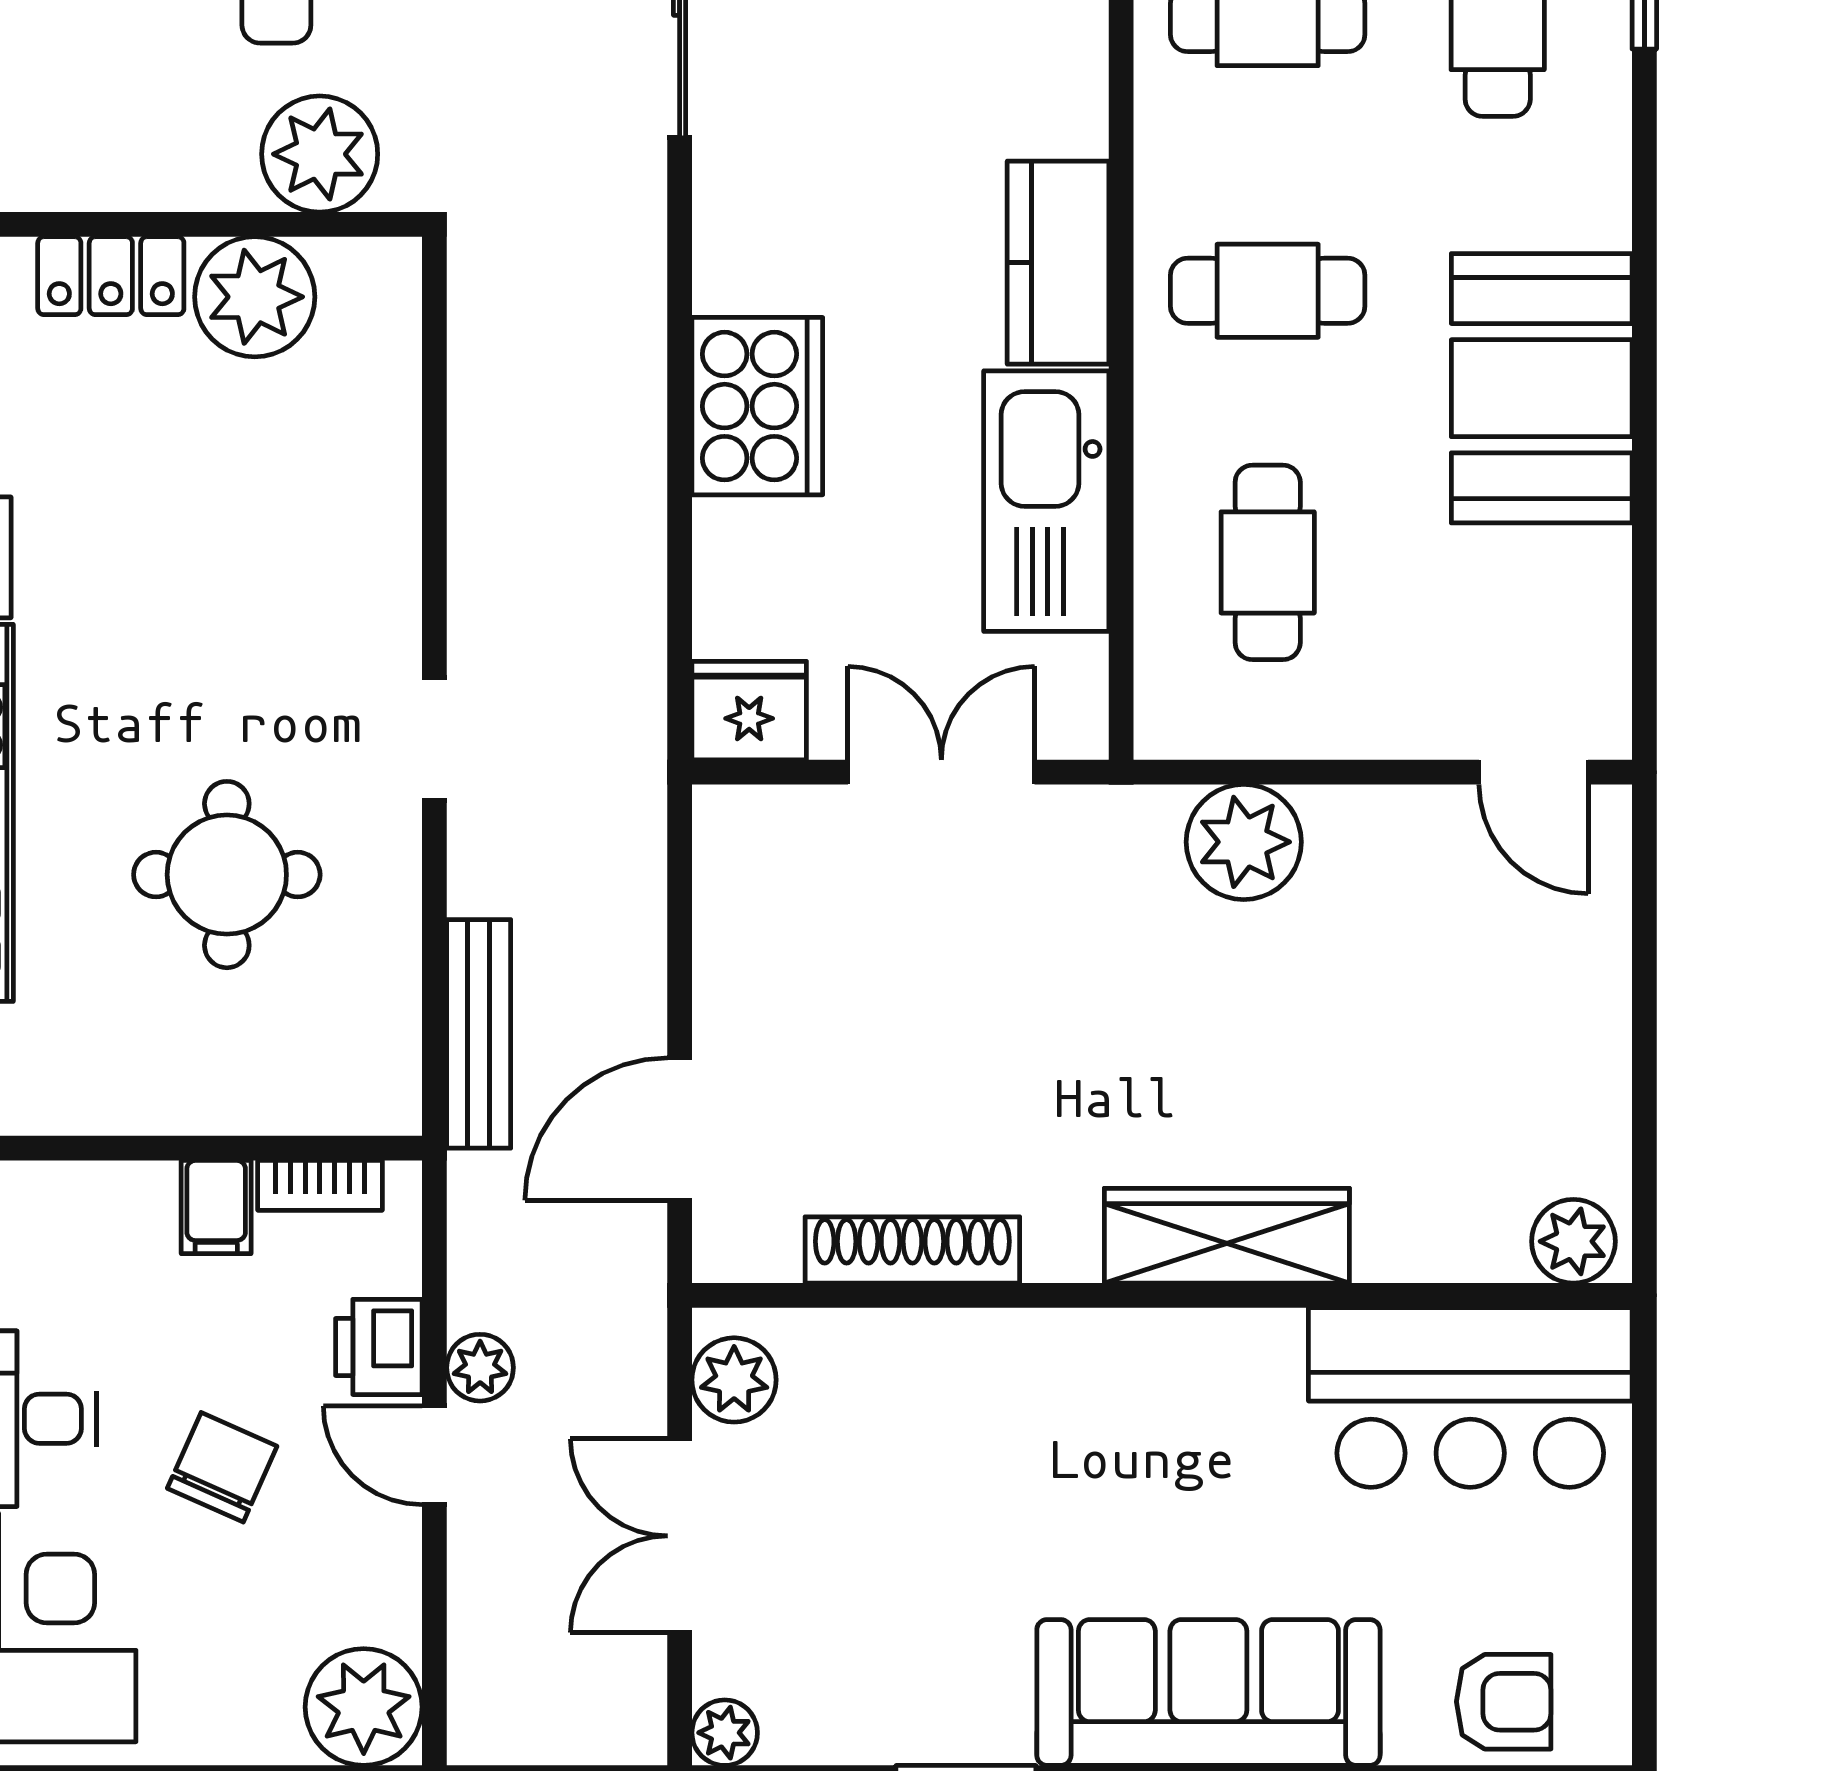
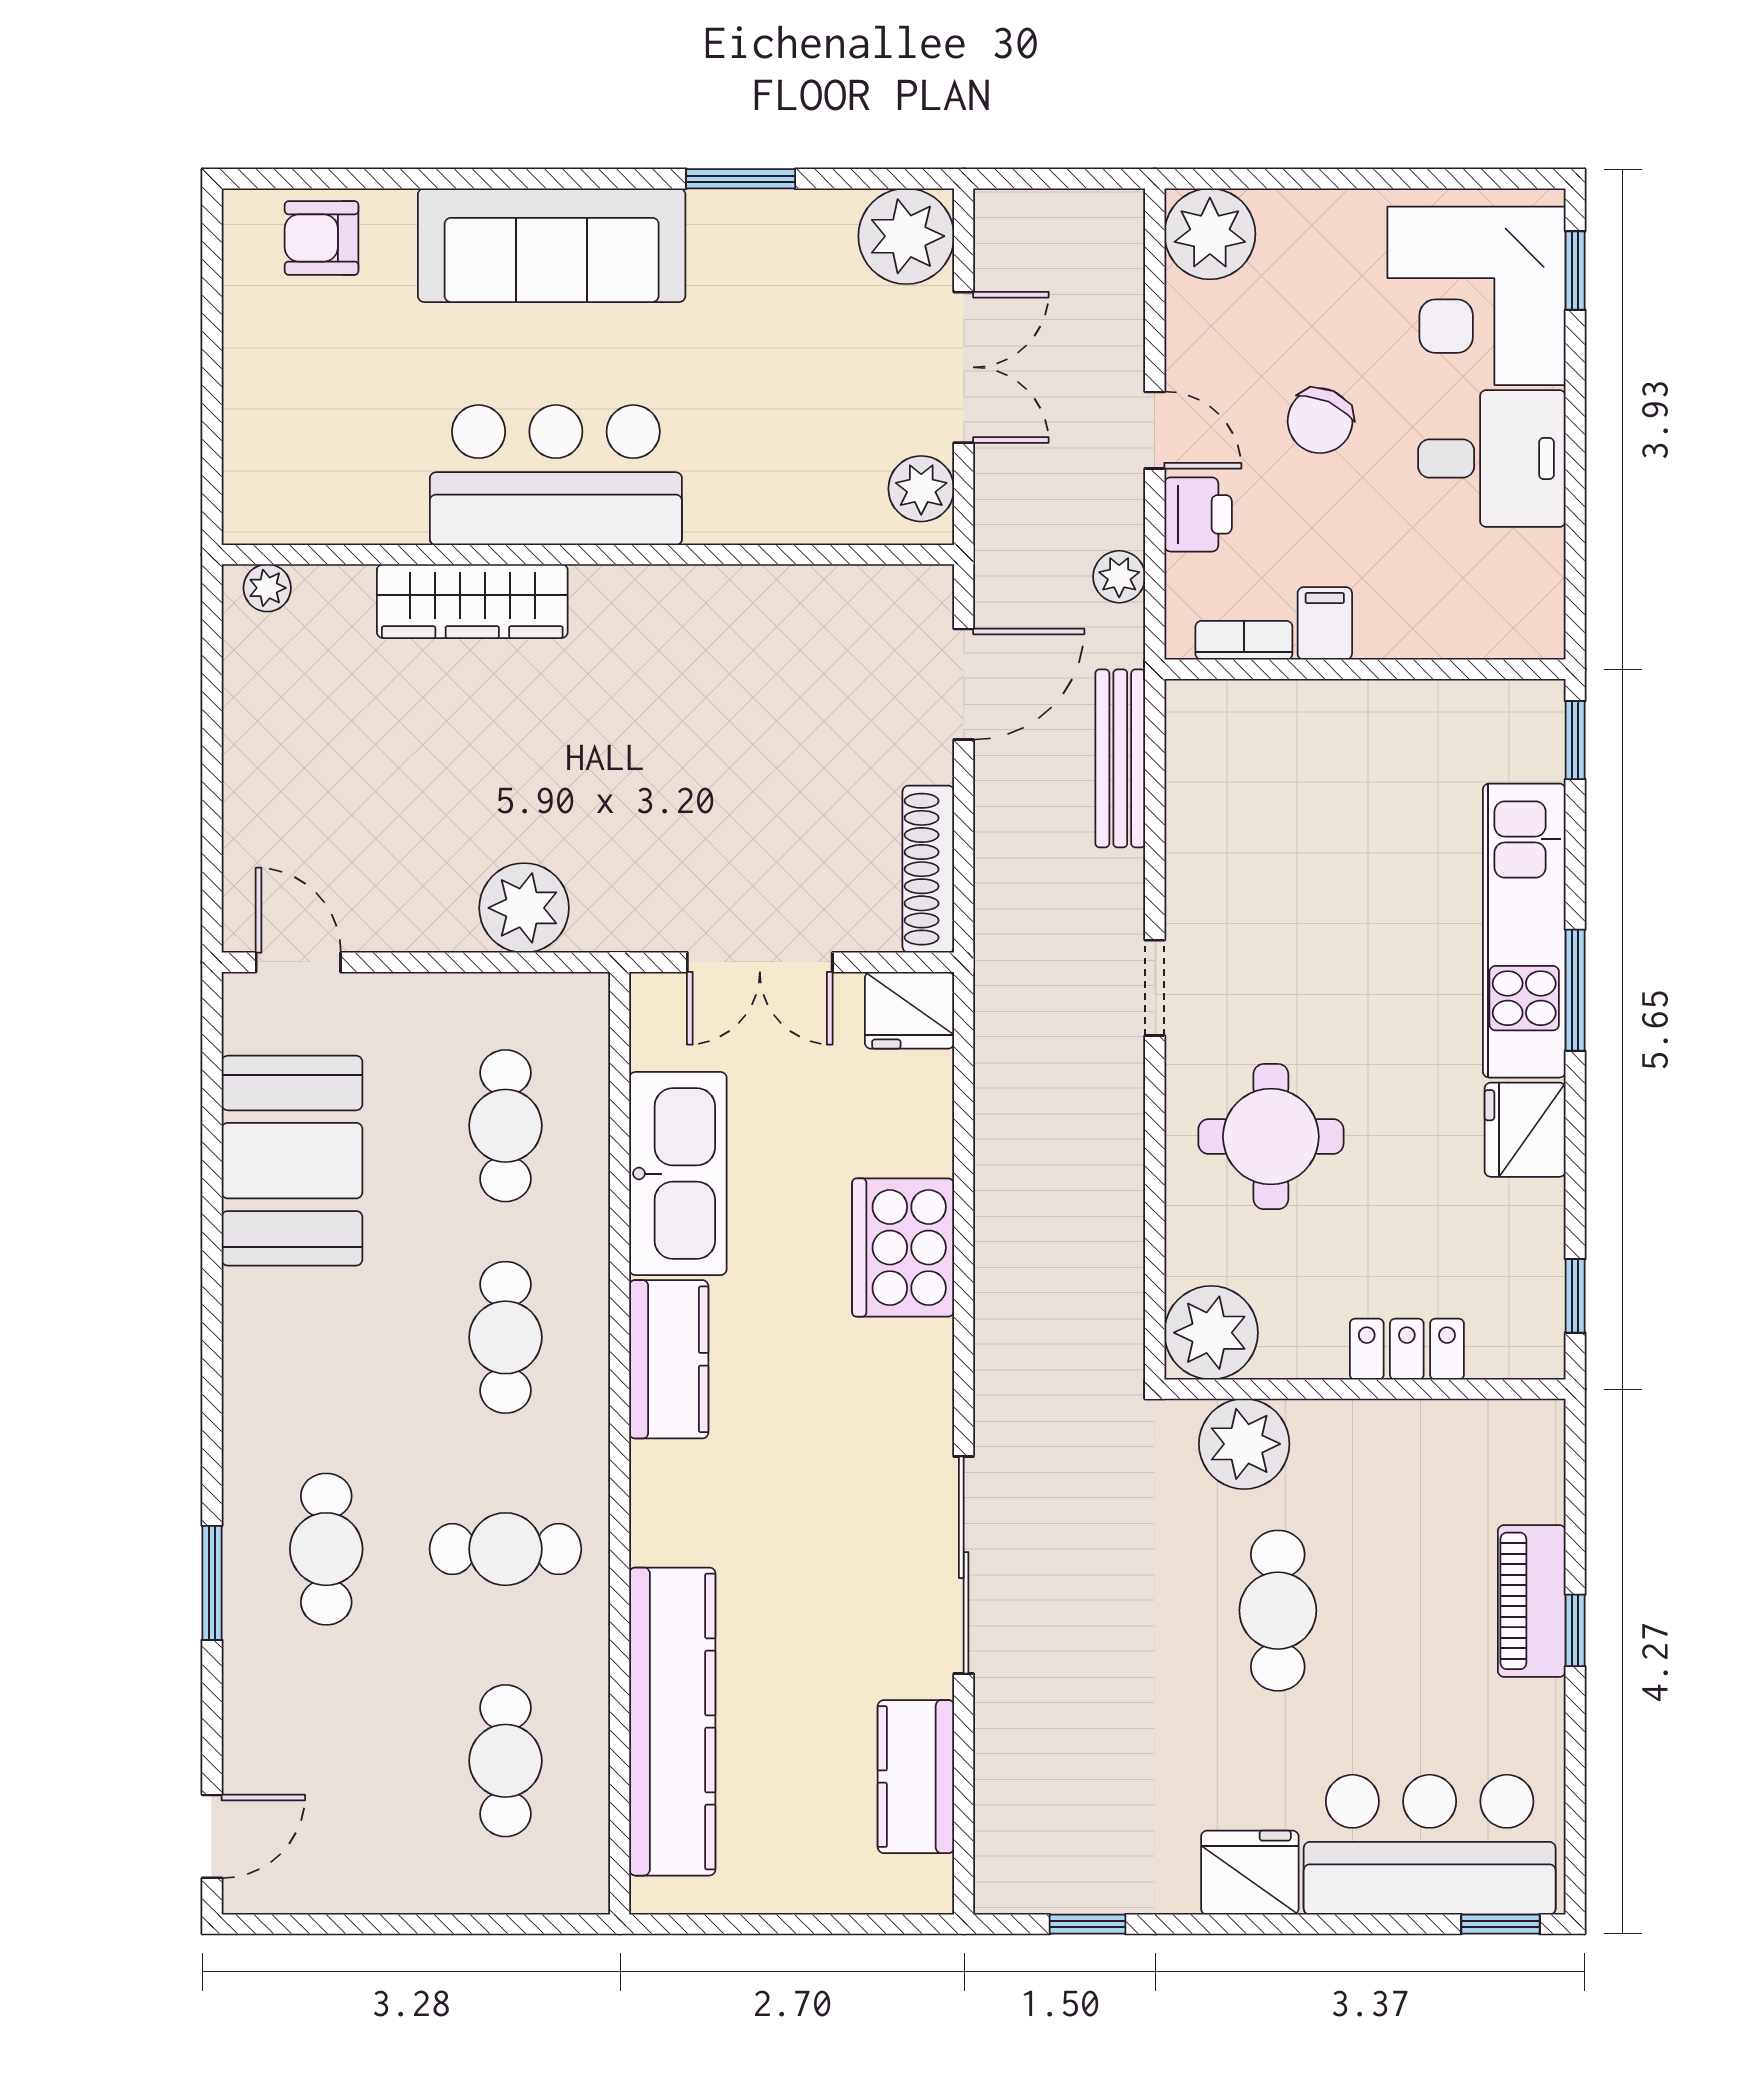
cafe table: (1268, 291) -> (505, 1337), turned 90
plant: (255, 297) -> (1211, 1333), moved
booth: (1542, 388) -> (292, 1161), moved
round table: (227, 875) -> (1271, 1137), moved
wardrobe: (1227, 1236) -> (472, 601), moved
plant: (1573, 1241) -> (267, 588), width x0.73, depth x0.73
shoe rack: (912, 1250) -> (928, 869), moved, turned 90
plant: (480, 1368) -> (1119, 577), moved
bar counter: (1470, 1398) -> (556, 475), moved
plant: (725, 1733) -> (906, 236), width x1.88, depth x1.88

